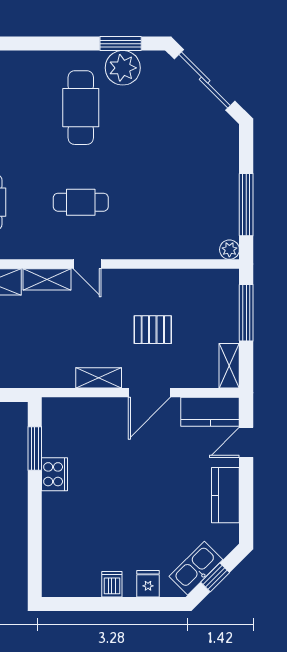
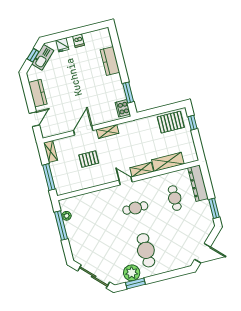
plant: (229, 250) -> (67, 216), moved
kitchen counter: (210, 412) -> (110, 61), moved, turned -90
cooker: (55, 474) -> (123, 108), moved

